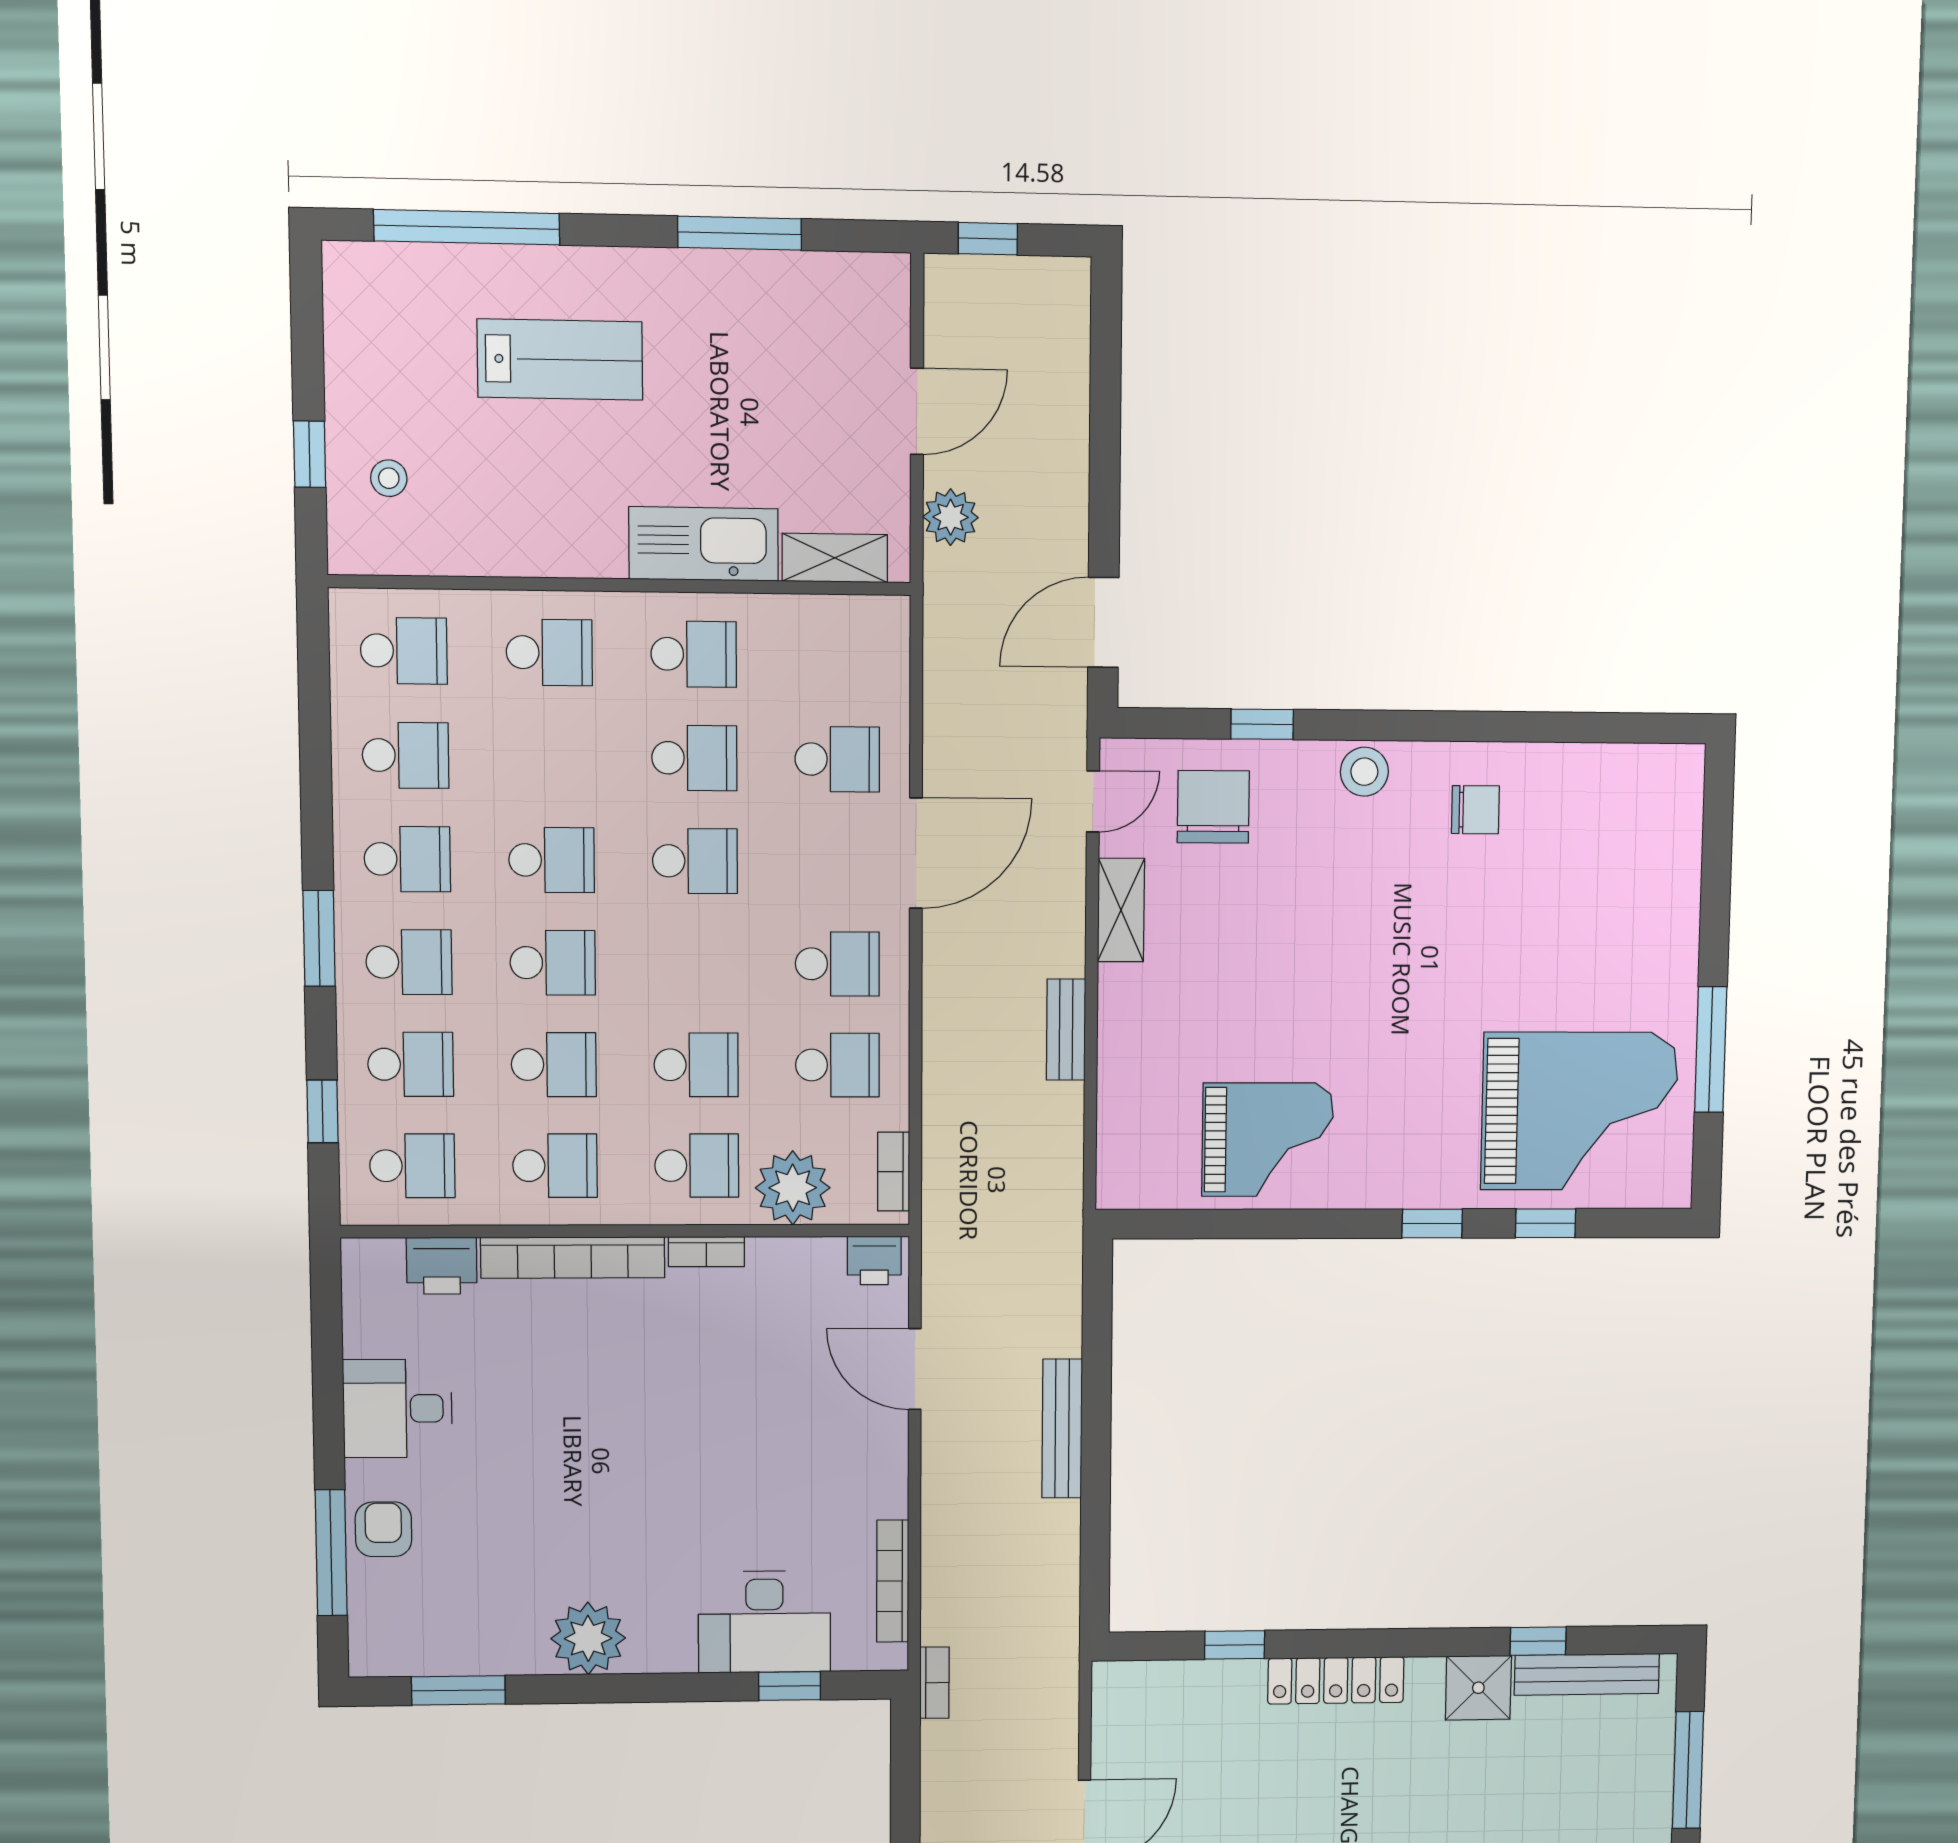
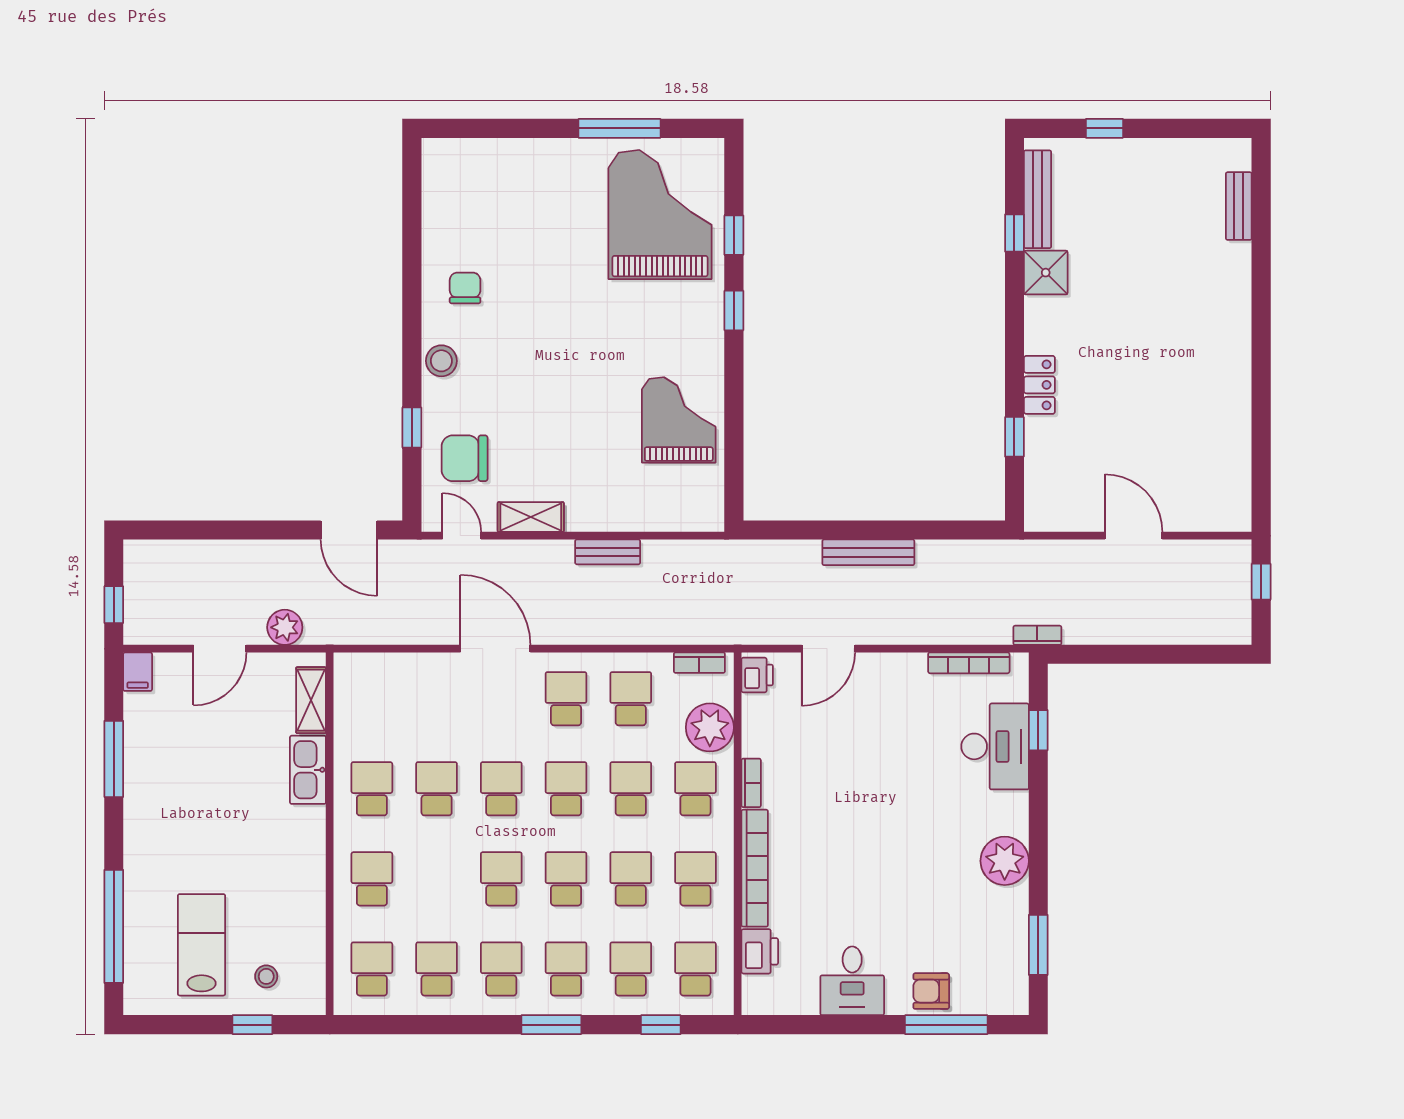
filing cabinet: (880, 276) -> (138, 672), added
lab bench: (560, 360) -> (202, 945), moved
door: (917, 411) -> (220, 649), swing flipped
kitchen sink: (704, 544) -> (308, 770), width x0.73, depth x0.81
school desk: (837, 759) -> (566, 789), moved
locker: (1336, 1680) -> (1039, 385), width x0.66
window: (1688, 1770) -> (1104, 128), width x0.46

